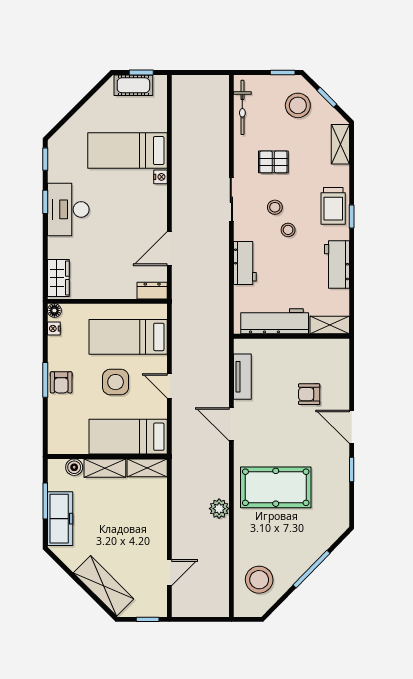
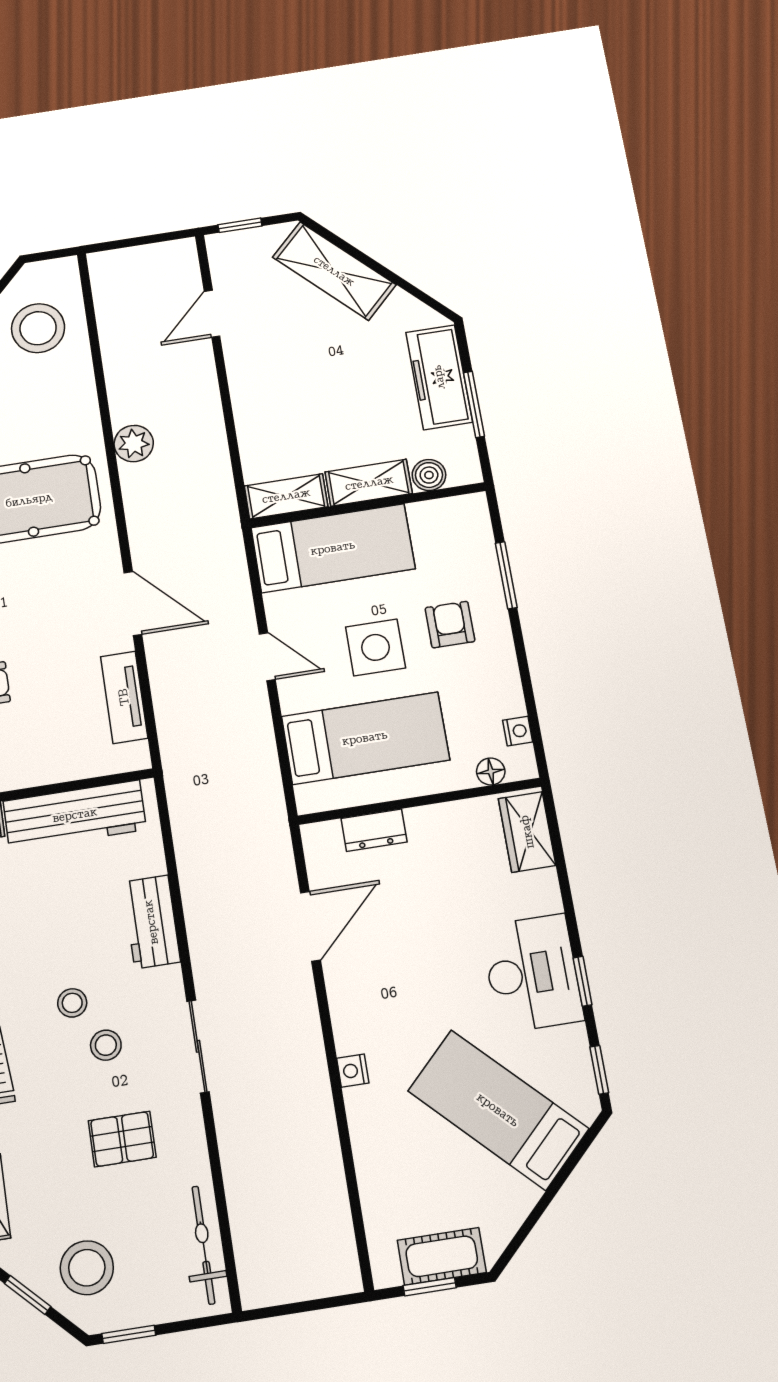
bed: (127, 151) -> (498, 1110), moved, turned -135
dresser: (152, 291) -> (374, 830), moved
floor lamp: (54, 311) -> (491, 771), moved
window: (45, 380) -> (506, 575), moved
armchair: (61, 382) -> (450, 625), moved

